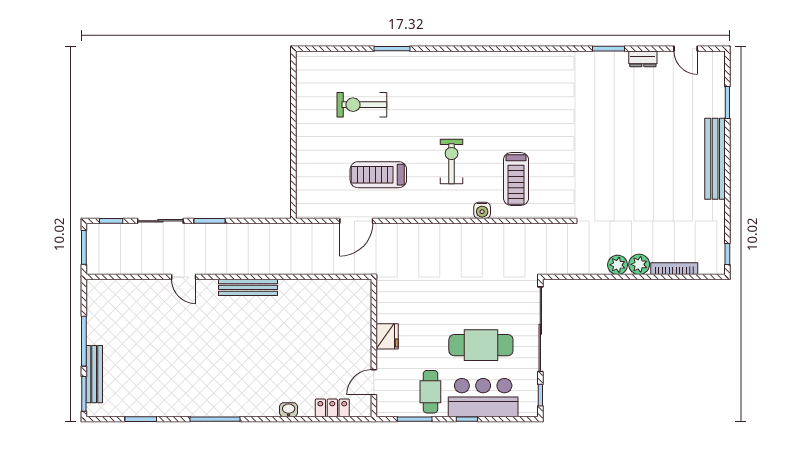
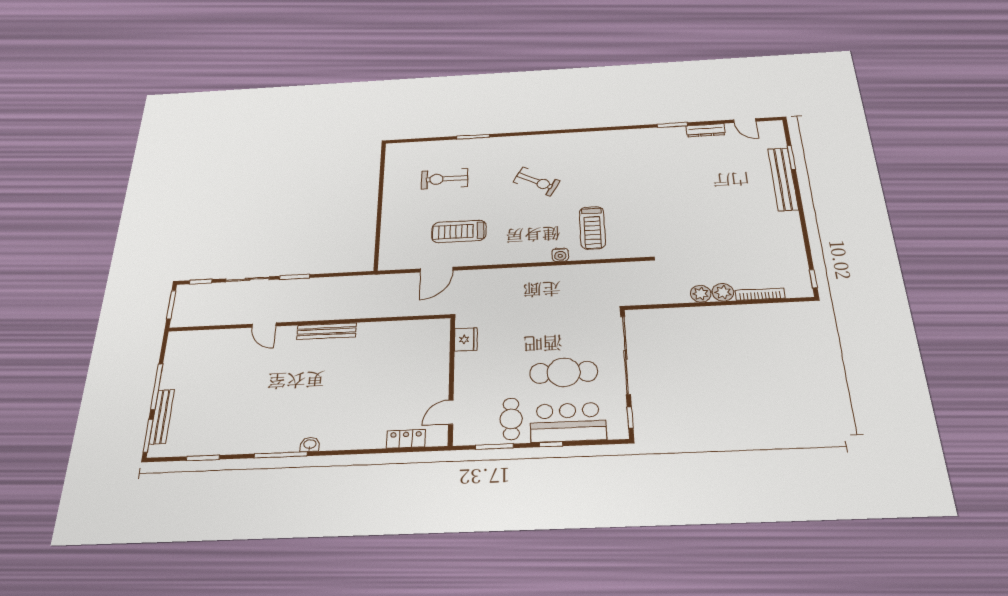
dresser: (643, 59) -> (706, 130), width x1.44
bench: (715, 159) -> (783, 179), moved
exercise bike: (452, 162) -> (536, 181), moved, turned 119
fridge: (387, 336) -> (466, 339), moved
washbasin: (289, 410) -> (310, 444), moved

